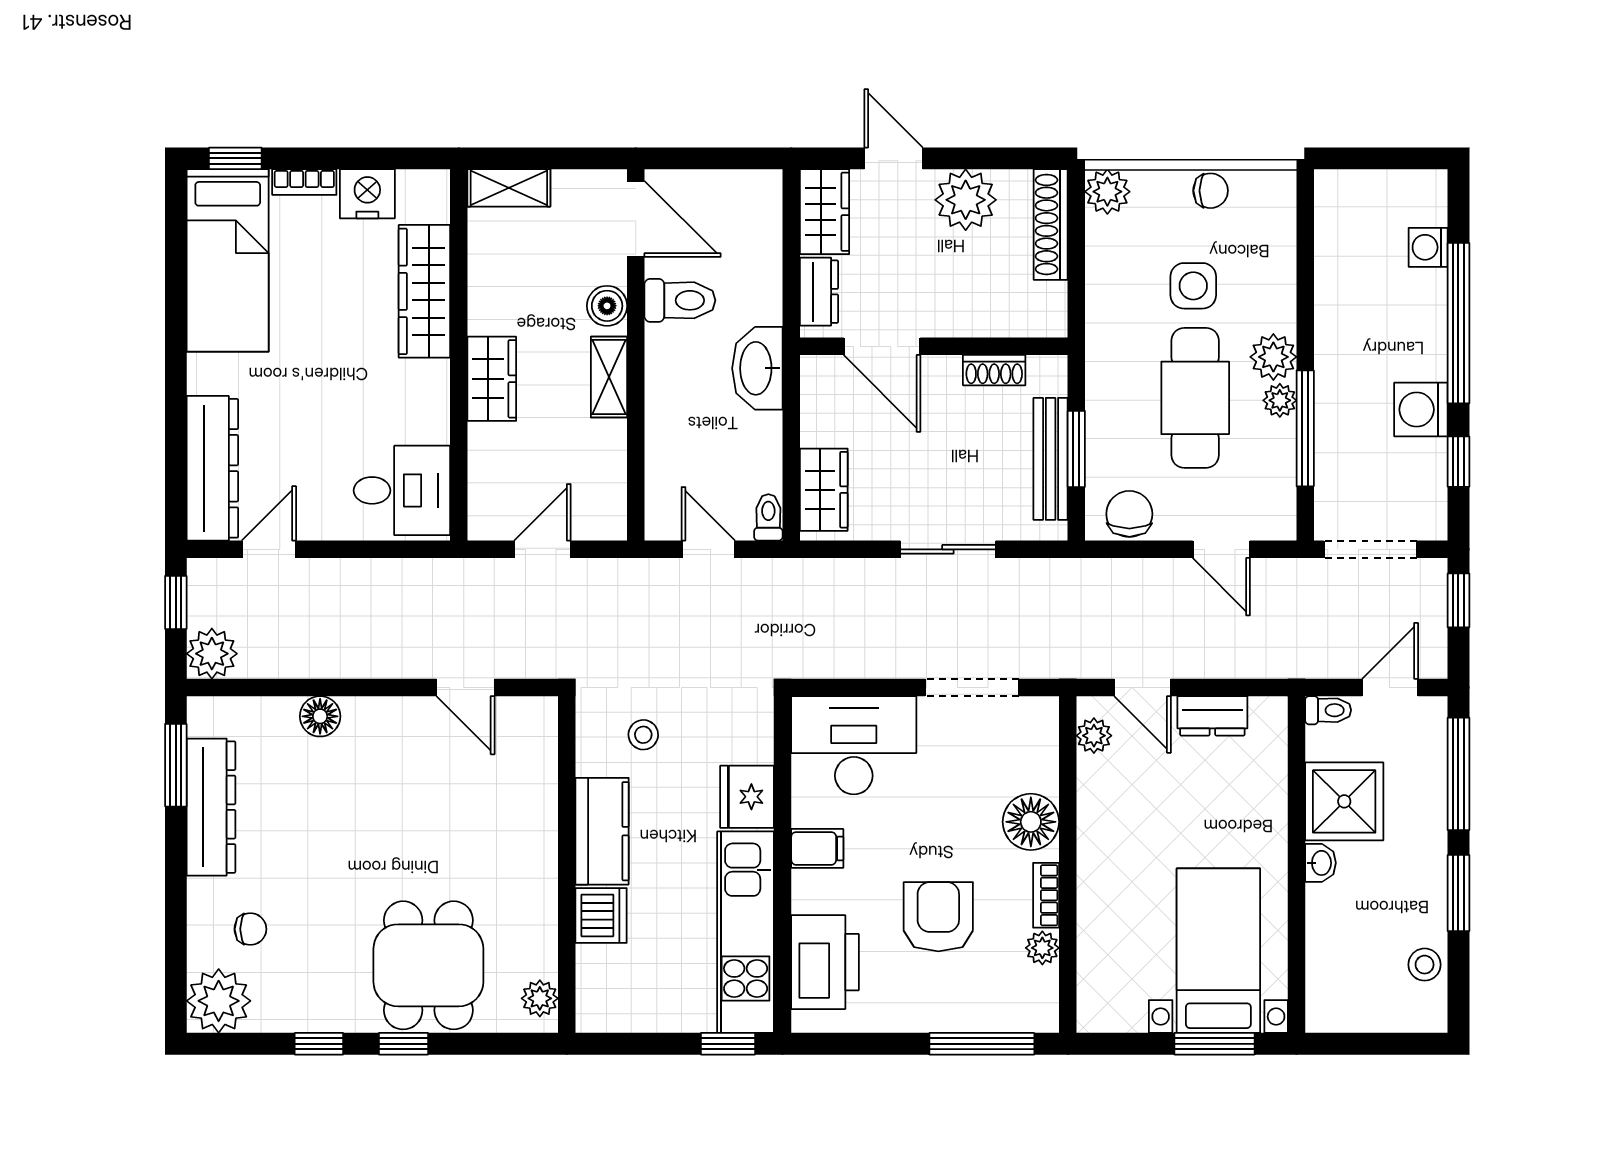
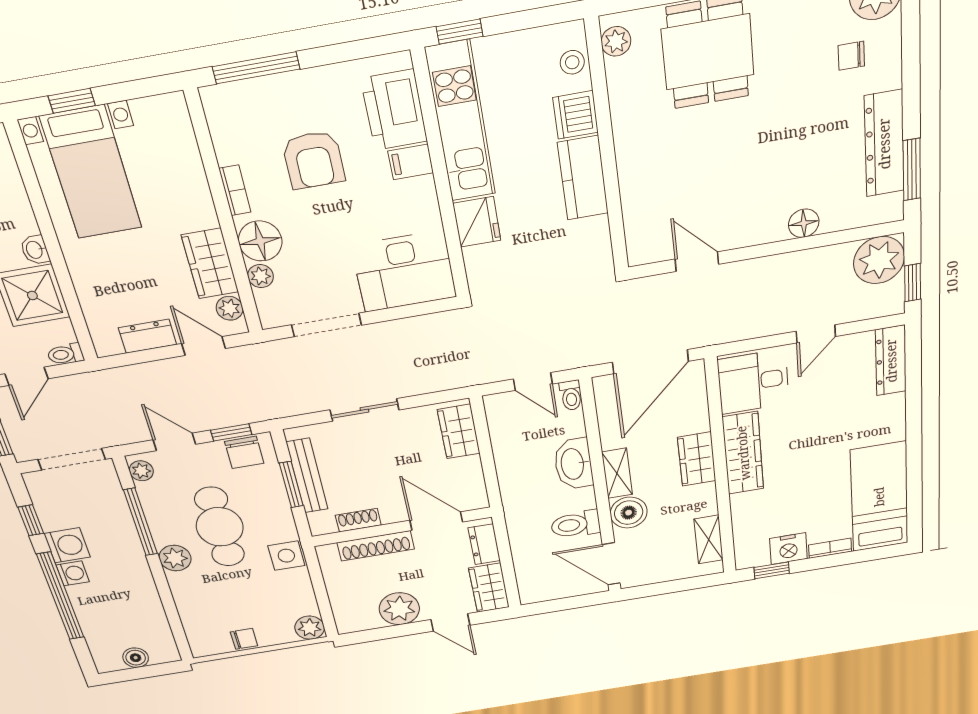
window: (235, 158) -> (772, 570), moved
shelving: (509, 188) -> (709, 539), moved, turned 90
boiler: (1382, 188) -> (136, 658), added
chair: (1211, 191) -> (244, 639), turned 180
shoe rack: (1051, 224) -> (376, 546), moved, turned 90
washing machine: (1428, 247) -> (73, 573), moved
side table: (1193, 286) -> (286, 556), moved
wardrobe: (424, 291) -> (743, 453), moved
boiler: (607, 306) -> (629, 513), width x1.36, depth x1.36
washbasin: (757, 368) -> (573, 464), moved, turned 180
plant: (1280, 400) -> (141, 471), moved
dresser: (212, 468) -> (891, 361), width x0.73, depth x0.80
toilet: (768, 517) -> (571, 395), moved
door: (269, 549) -> (816, 334), moved
door: (542, 549) -> (650, 362), width x1.88
window: (1139, 549) -> (231, 432), added
plant: (212, 654) -> (879, 260), width x1.36, depth x1.36
stool: (643, 735) -> (572, 62), moved
wardrobe: (1103, 803) -> (210, 264), added
filing cabinet: (817, 848) -> (411, 162), moved
plant: (1042, 948) -> (261, 276), moved
window: (1214, 1044) -> (72, 101), width x0.67

